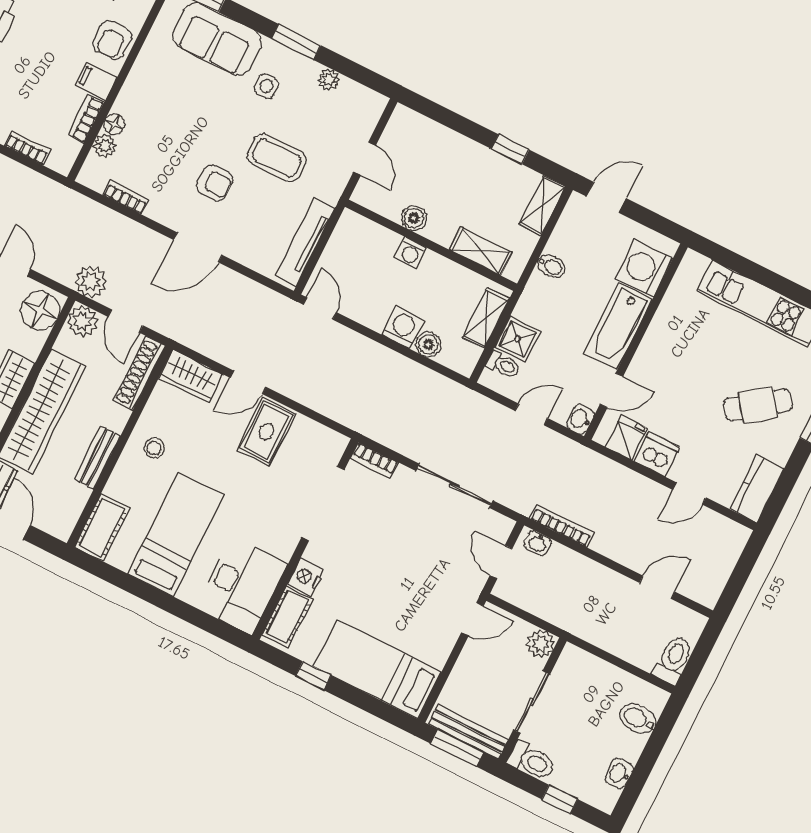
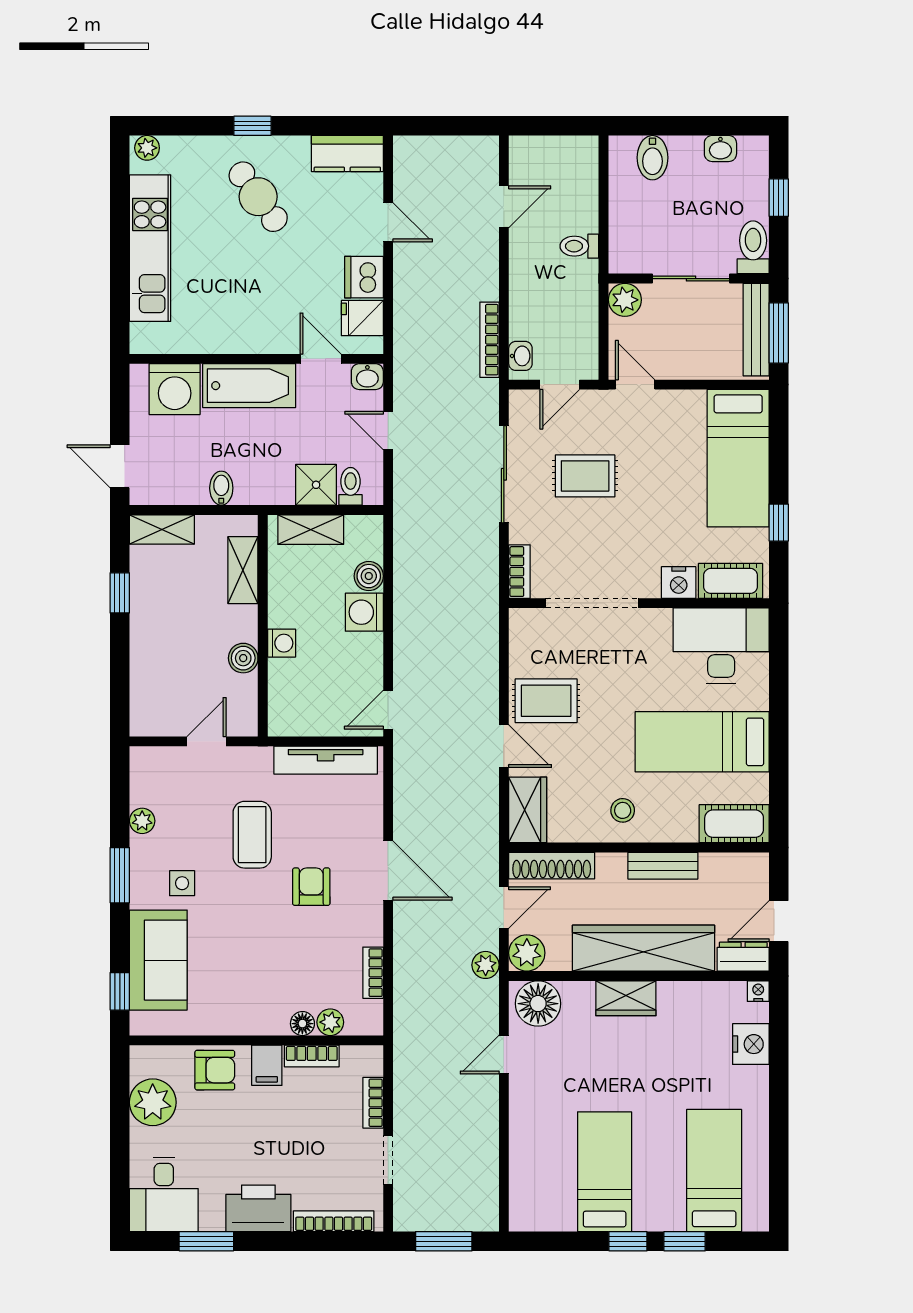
plant: (91, 281) -> (486, 965), width x0.73, depth x0.73
rug: (422, 547) -> (585, 476), added
door: (657, 587) -> (504, 207), swing flipped
toilet: (673, 660) -> (579, 246), moved, width x0.73, depth x0.72

